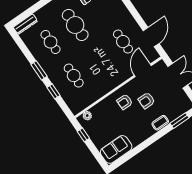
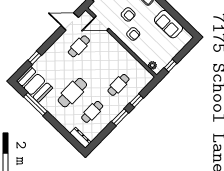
sofa: (116, 149) -> (168, 24), moved

